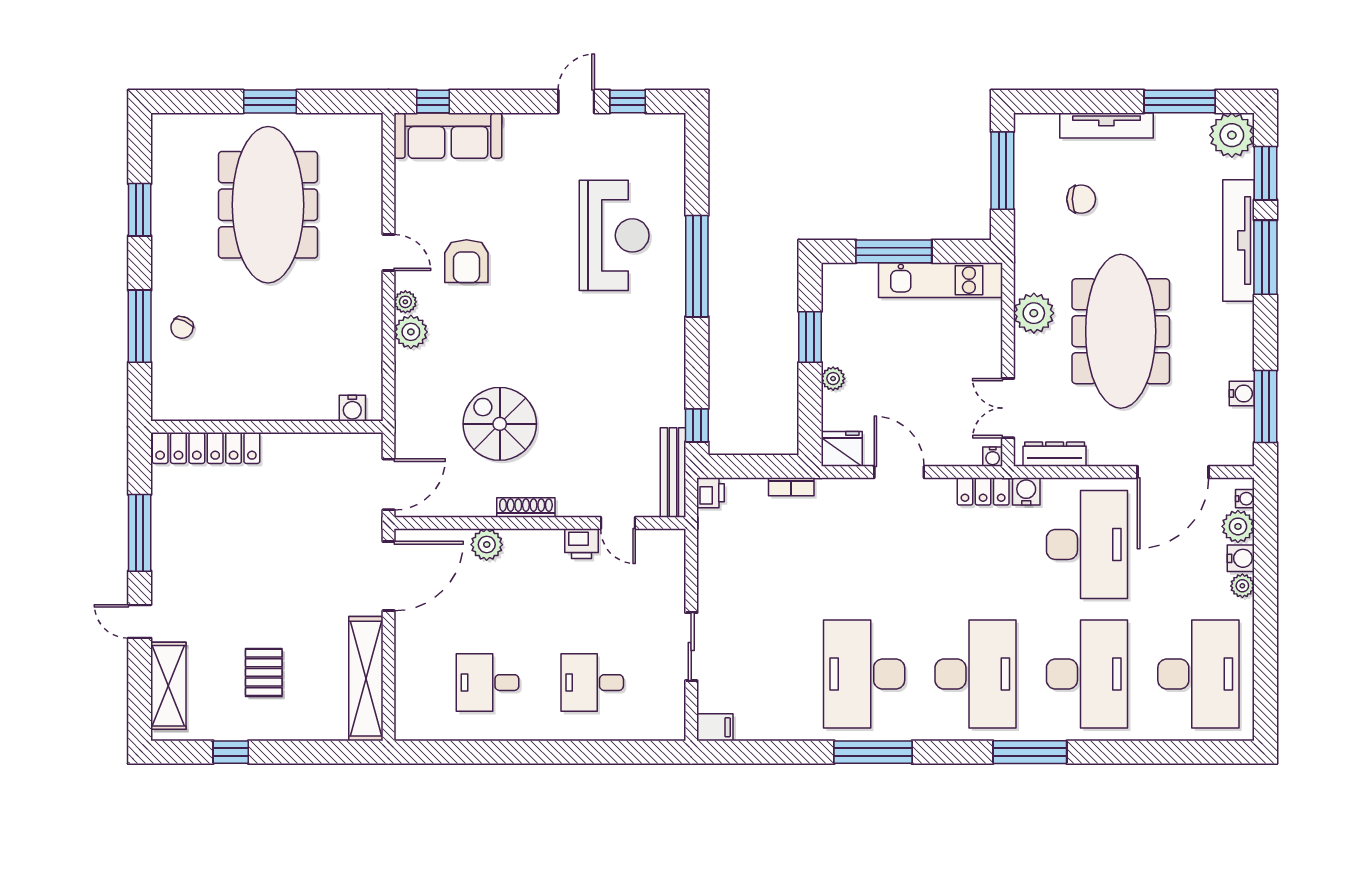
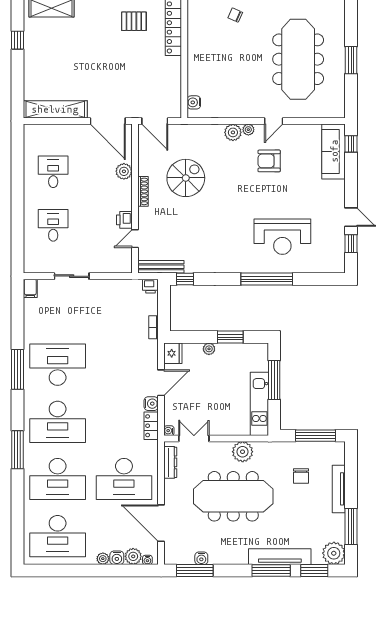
meeting table: (268, 205) -> (298, 59), turned 90
water cooler: (1026, 491) -> (151, 404), moved
pallet: (264, 672) -> (134, 21), moved

